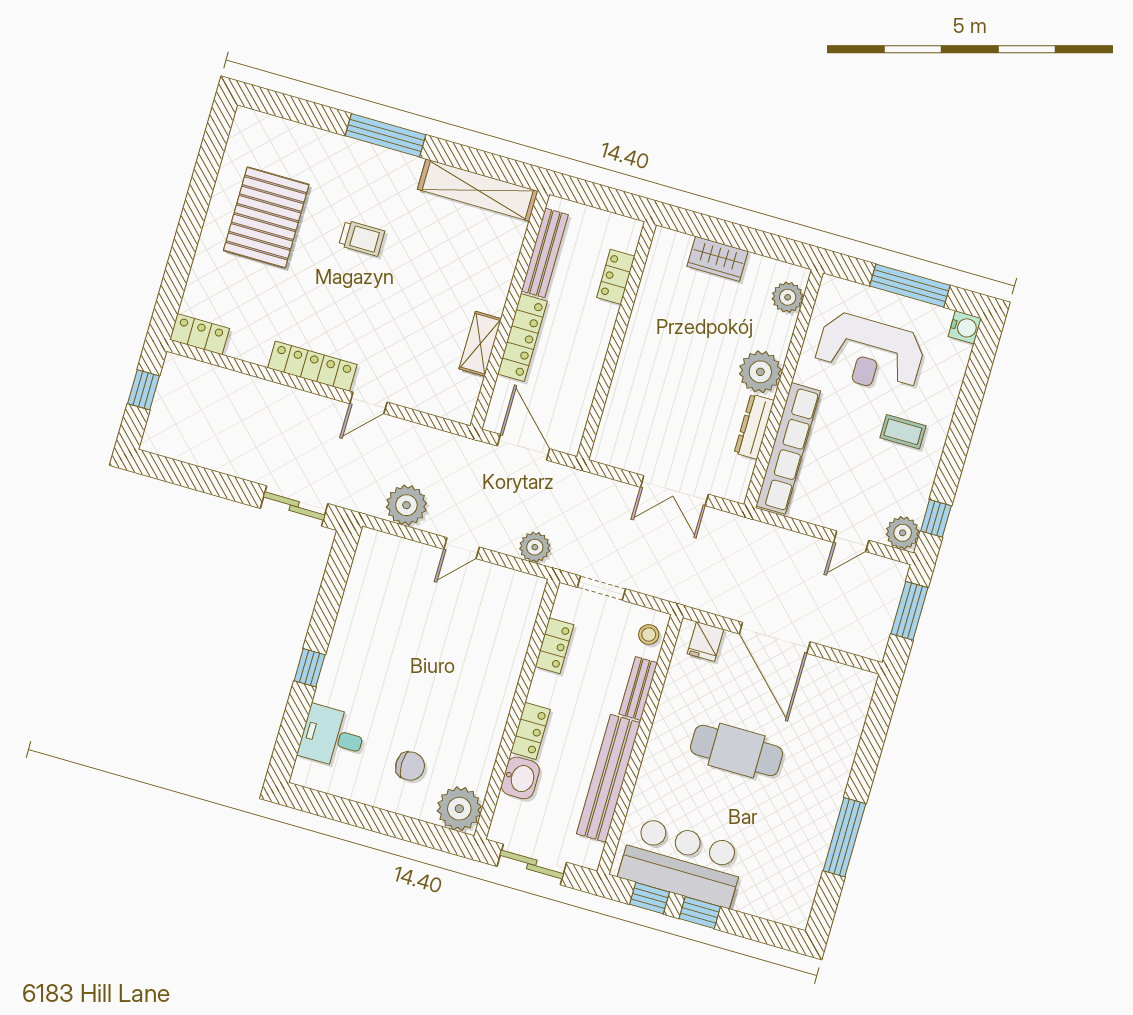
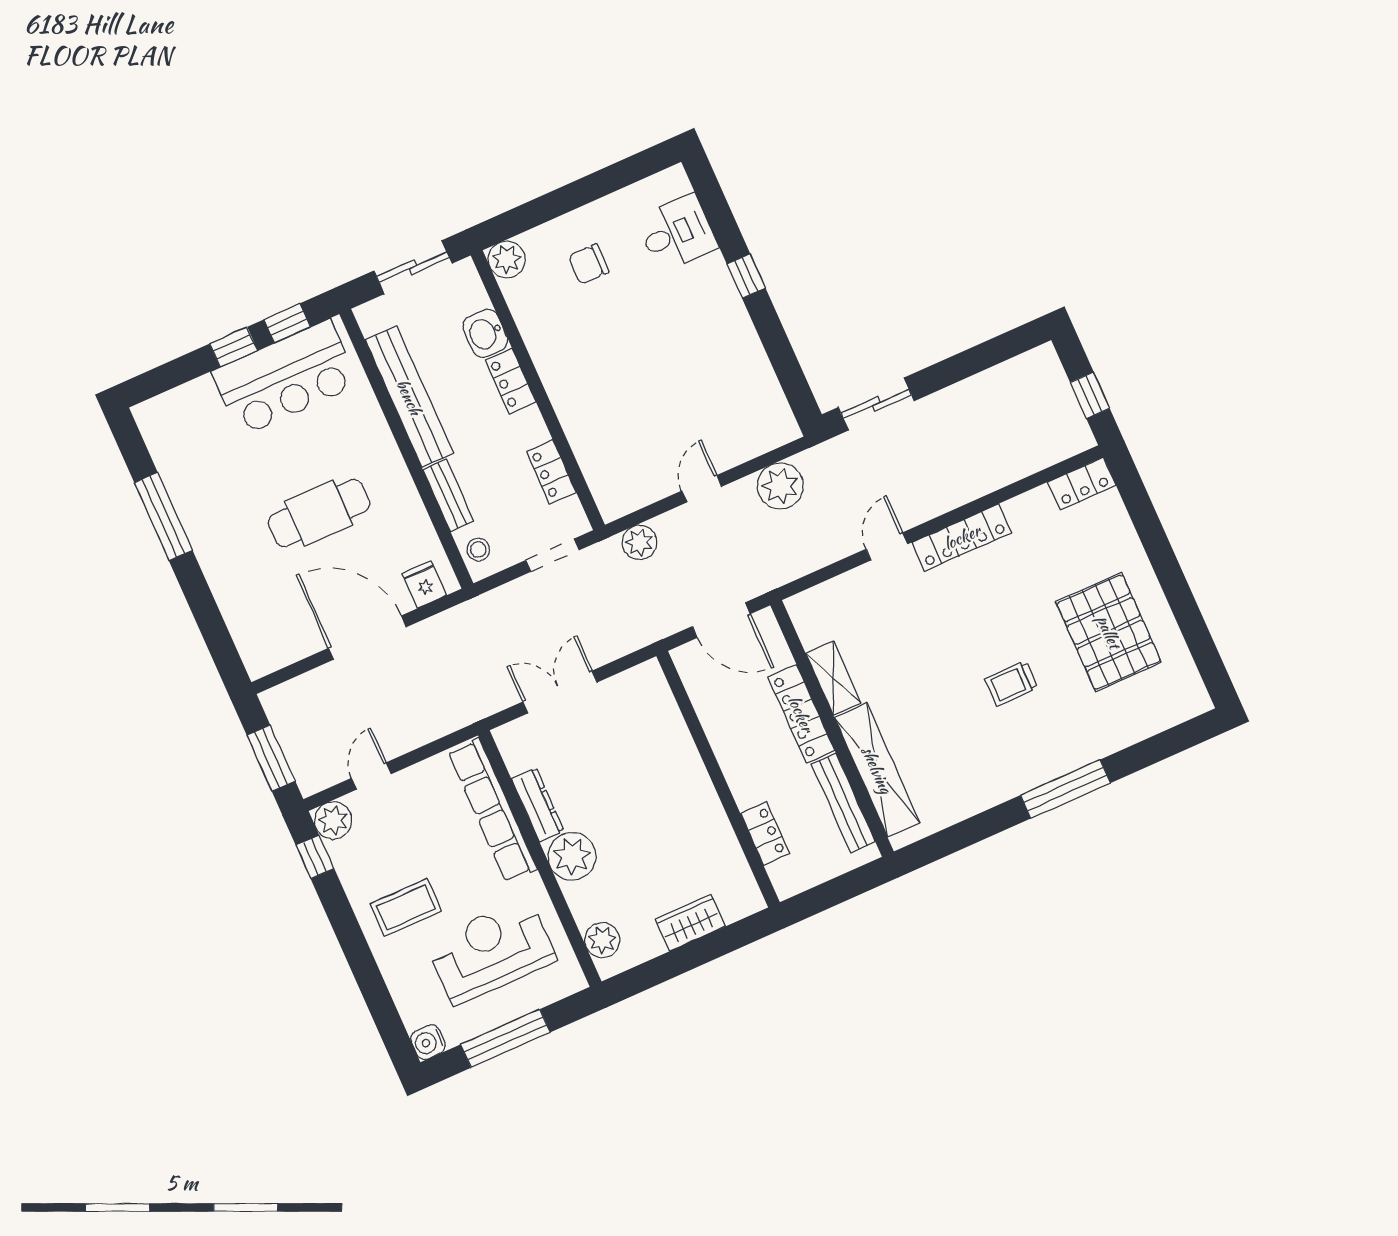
shelving: (478, 190) -> (877, 770), moved, turned 90
coffee table: (903, 432) -> (406, 908), width x1.36, depth x1.30
plant: (459, 809) -> (507, 259), width x0.73, depth x0.73

